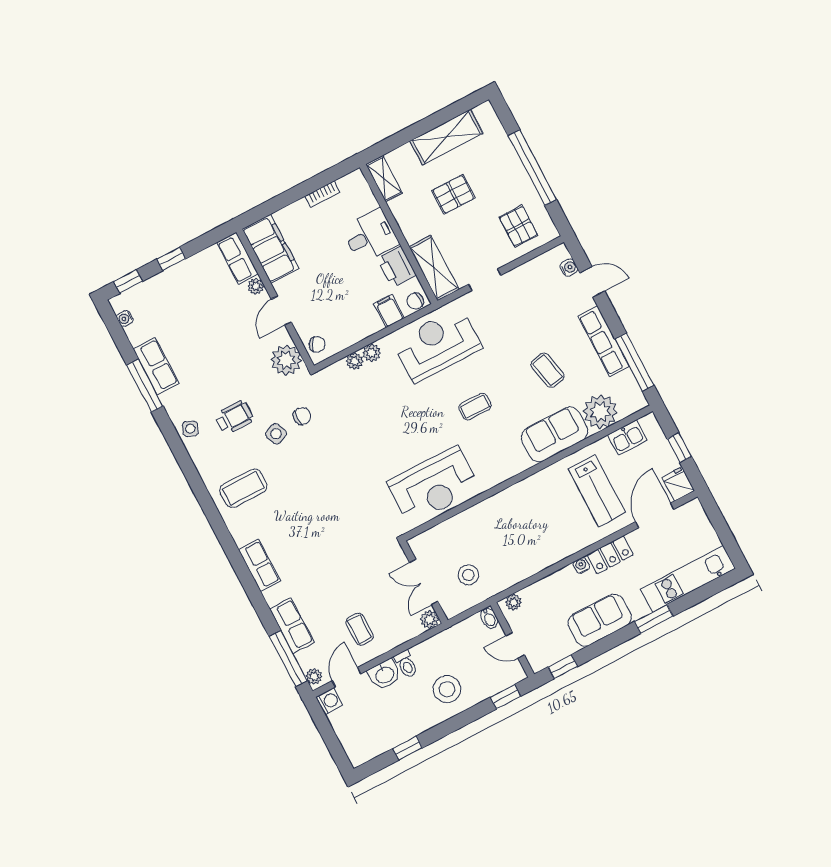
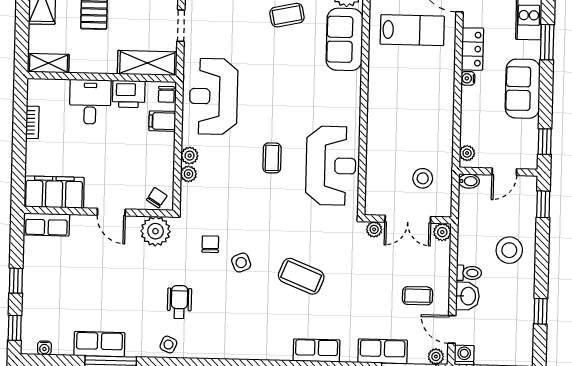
plant: (256, 286) -> (374, 229), moved
coffee table: (475, 407) -> (272, 158), moved
side table: (276, 434) -> (241, 263), moved
coffee table: (243, 488) -> (301, 276), moved, turned -68

